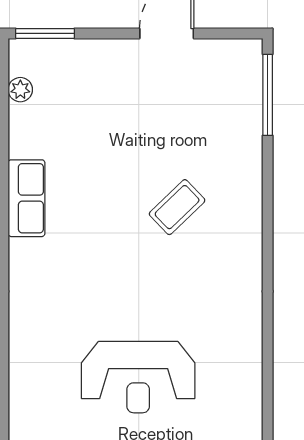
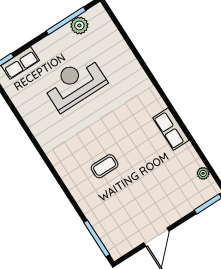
coffee table: (177, 207) -> (105, 166), turned 44

